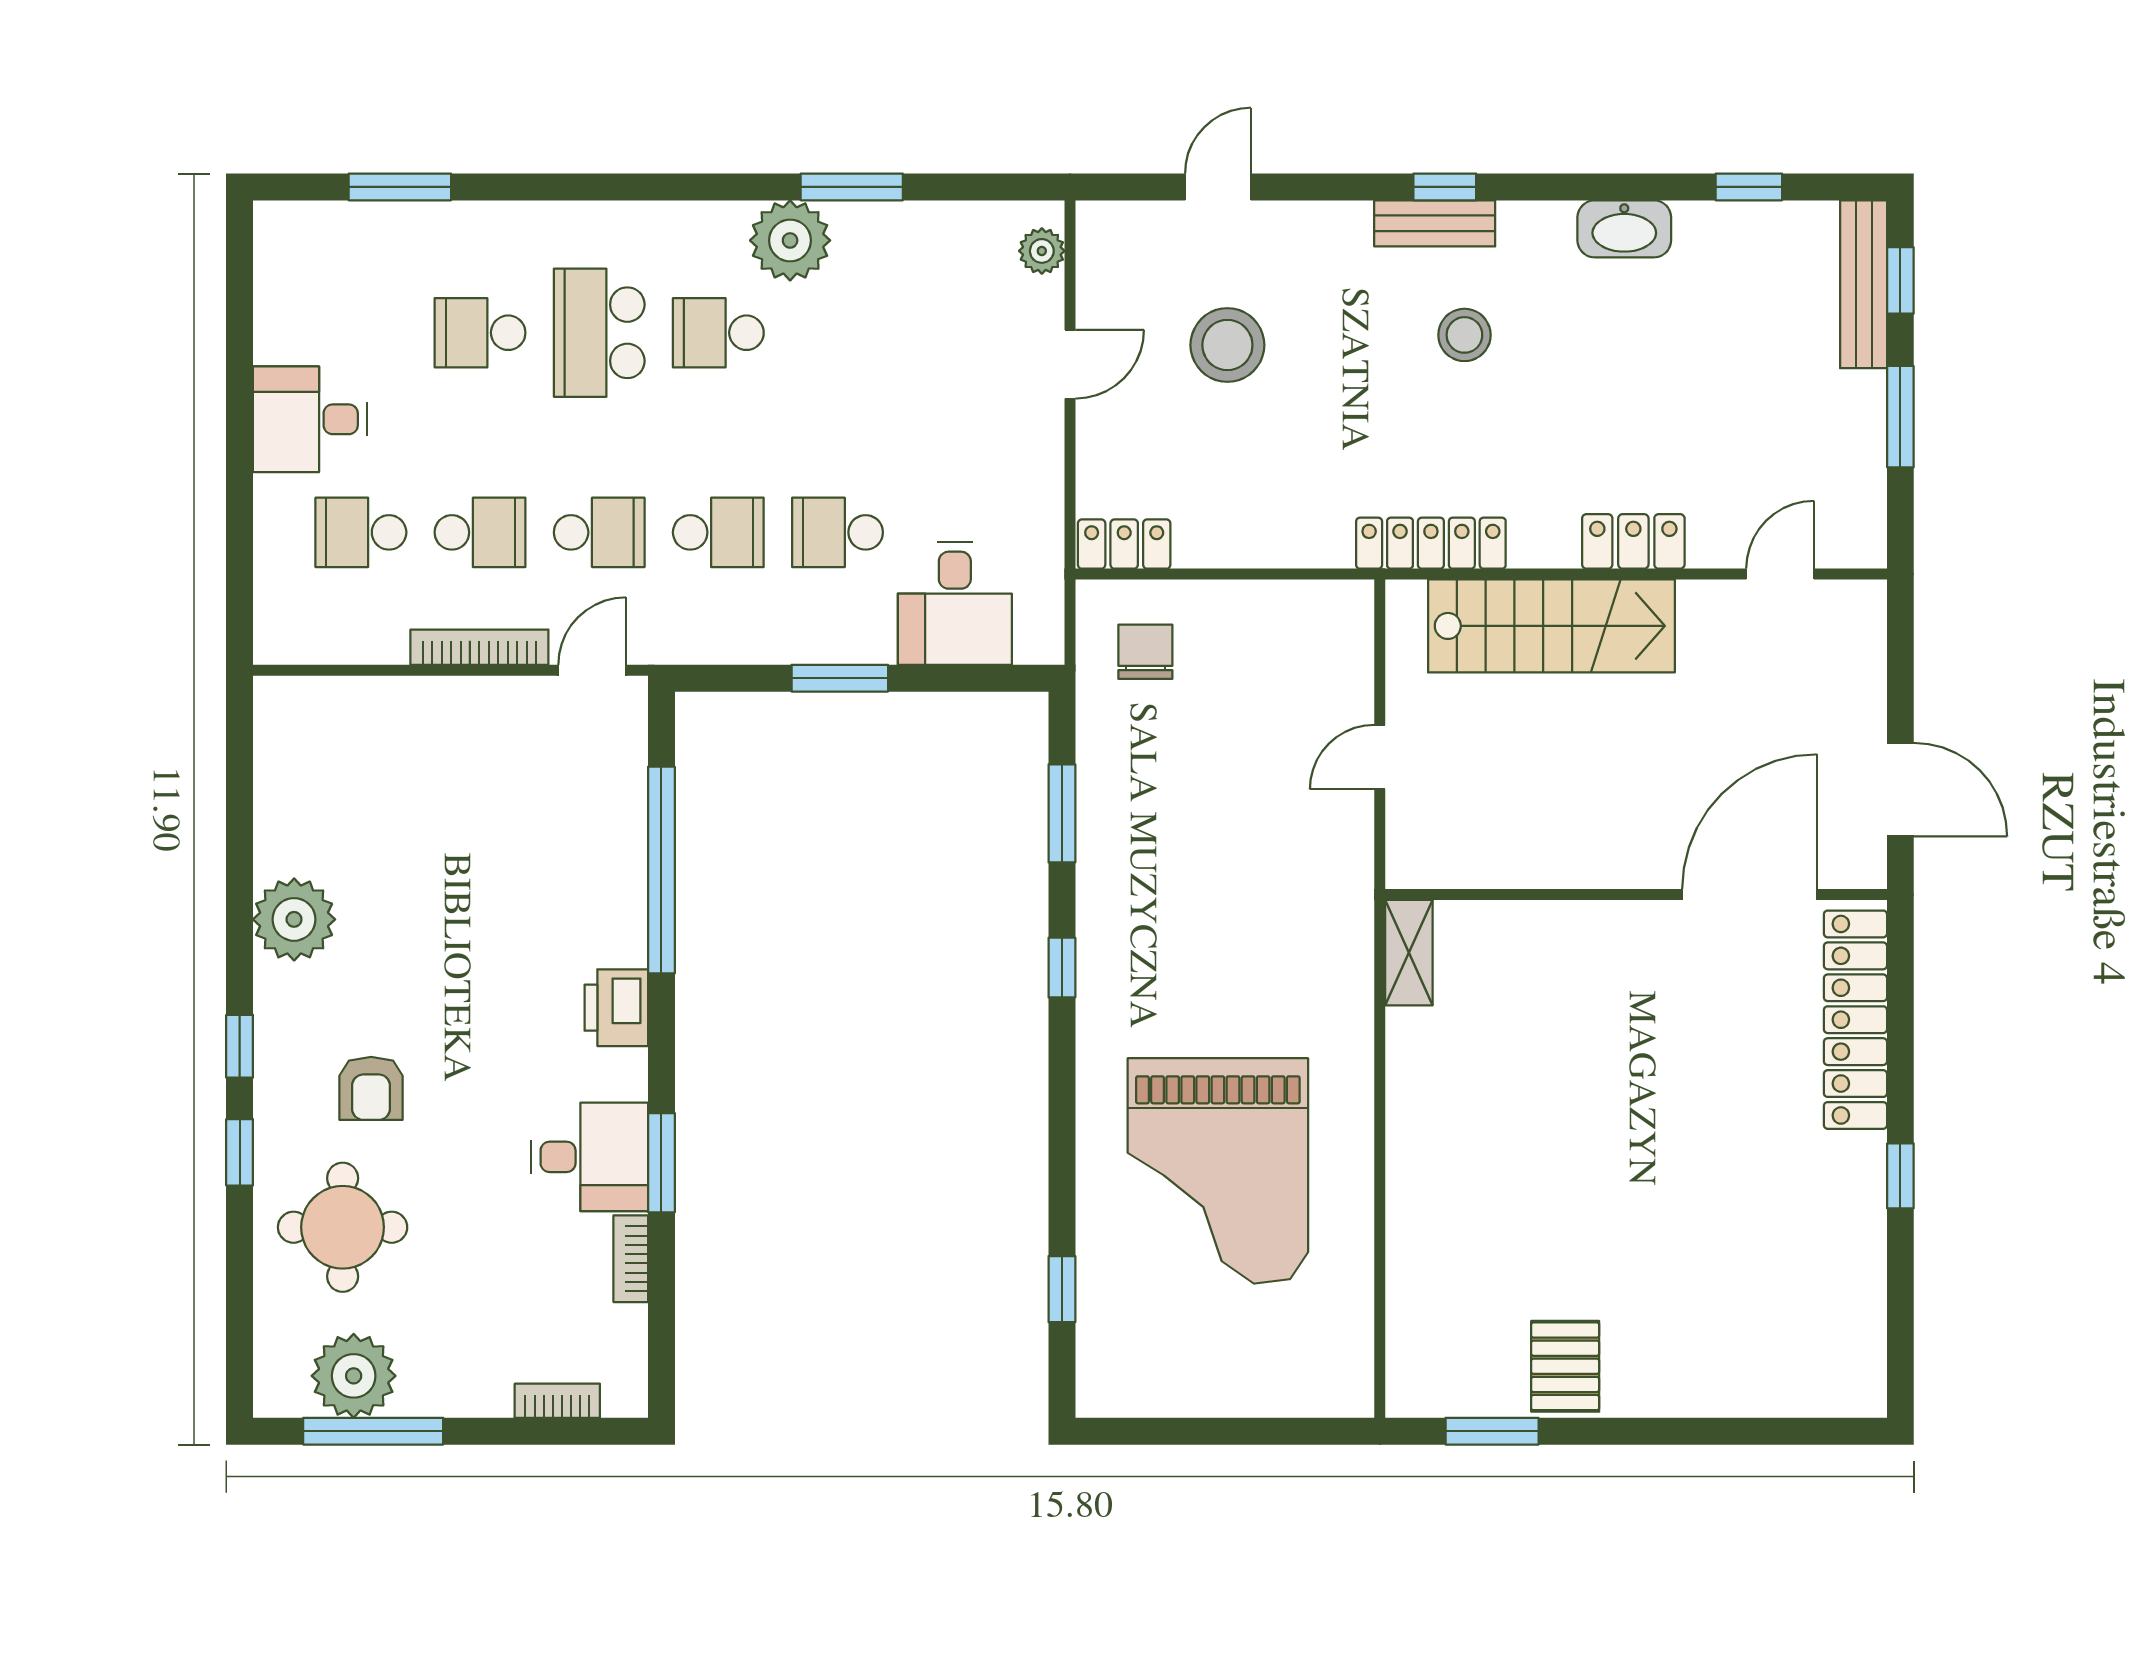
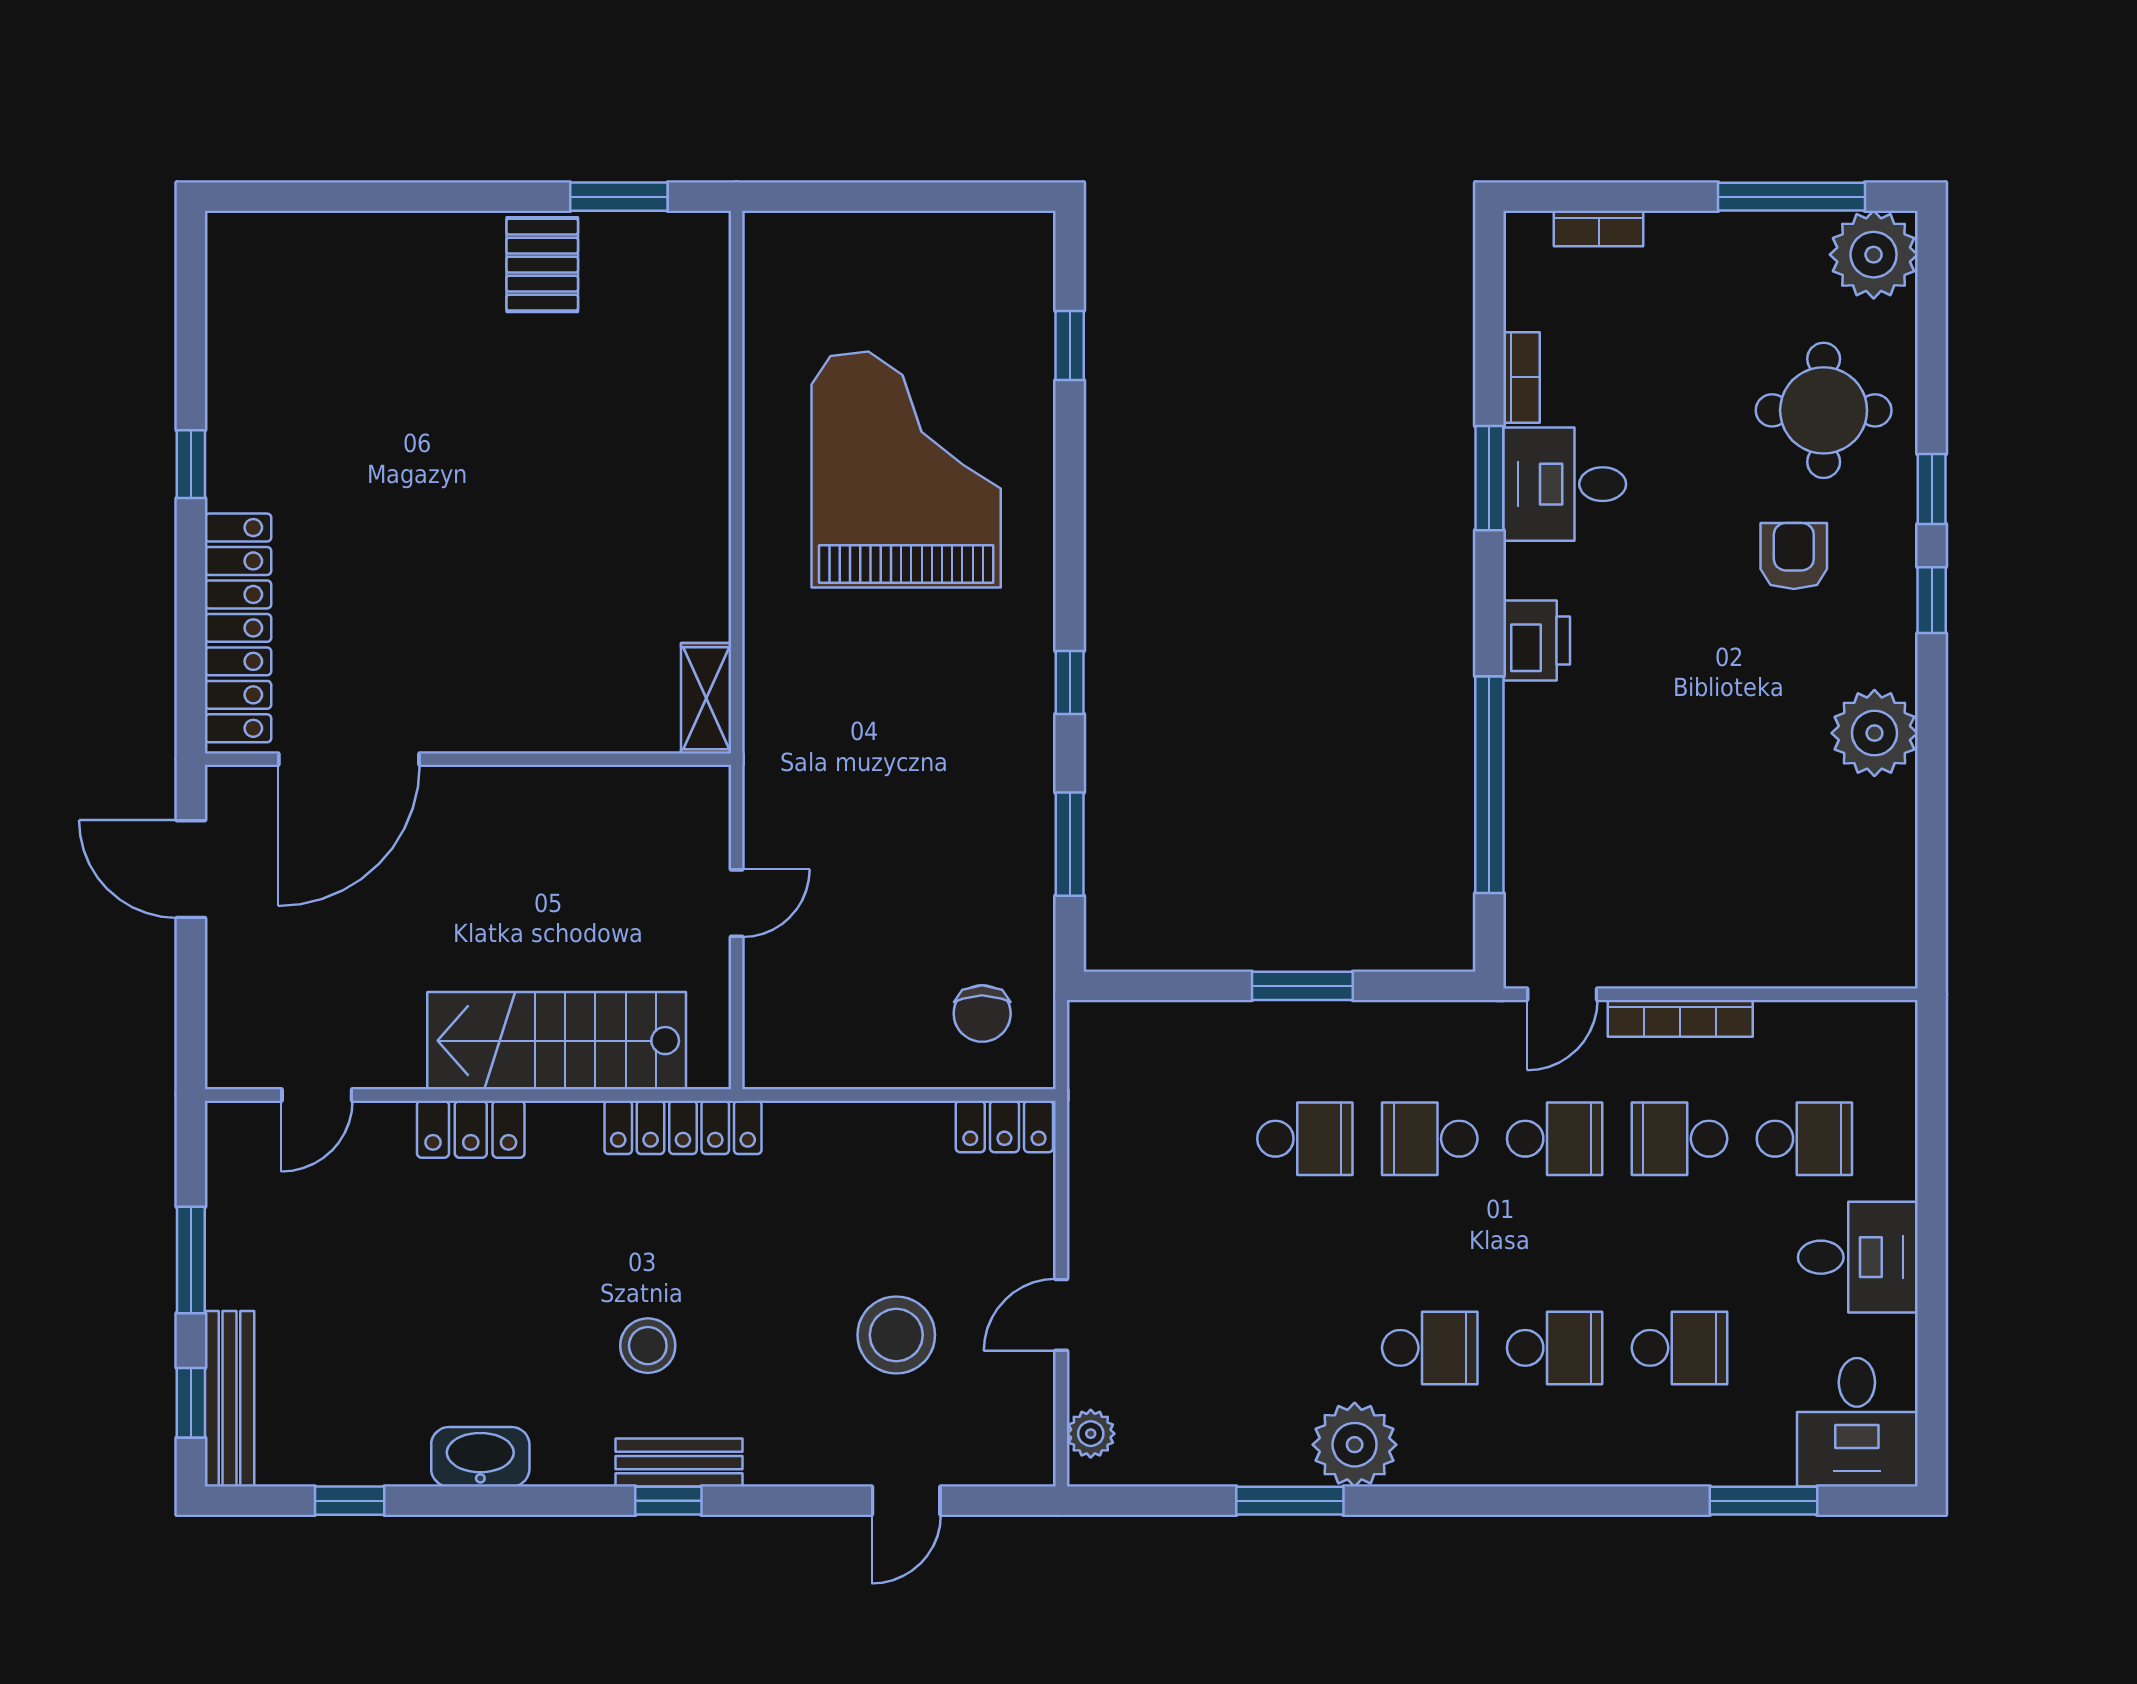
school desk: (599, 333) -> (1555, 1348), width x0.54
school desk: (599, 532) -> (1555, 1139), turned 180
desk: (955, 603) -> (1857, 1422), moved, turned 180
plant: (354, 1376) -> (1874, 255), moved

